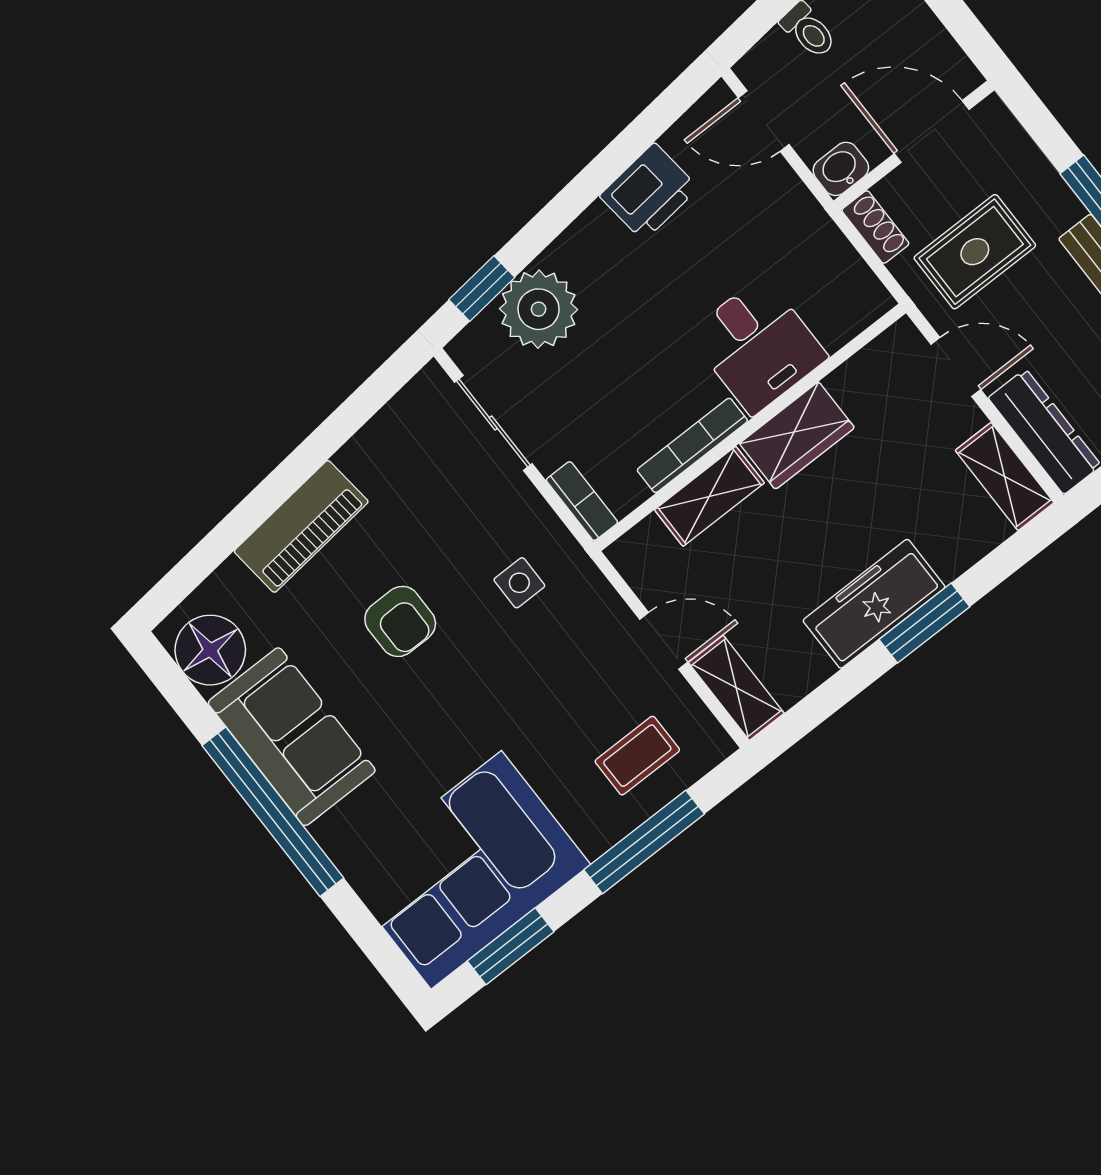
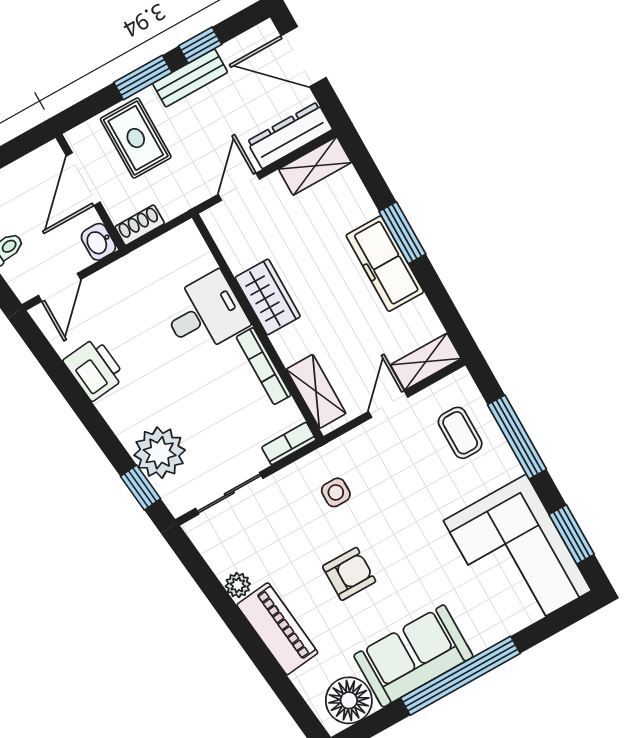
rug: (975, 252) -> (136, 138), moved
plant: (358, 457) -> (238, 585), added
shelving: (709, 496) -> (316, 391), moved

